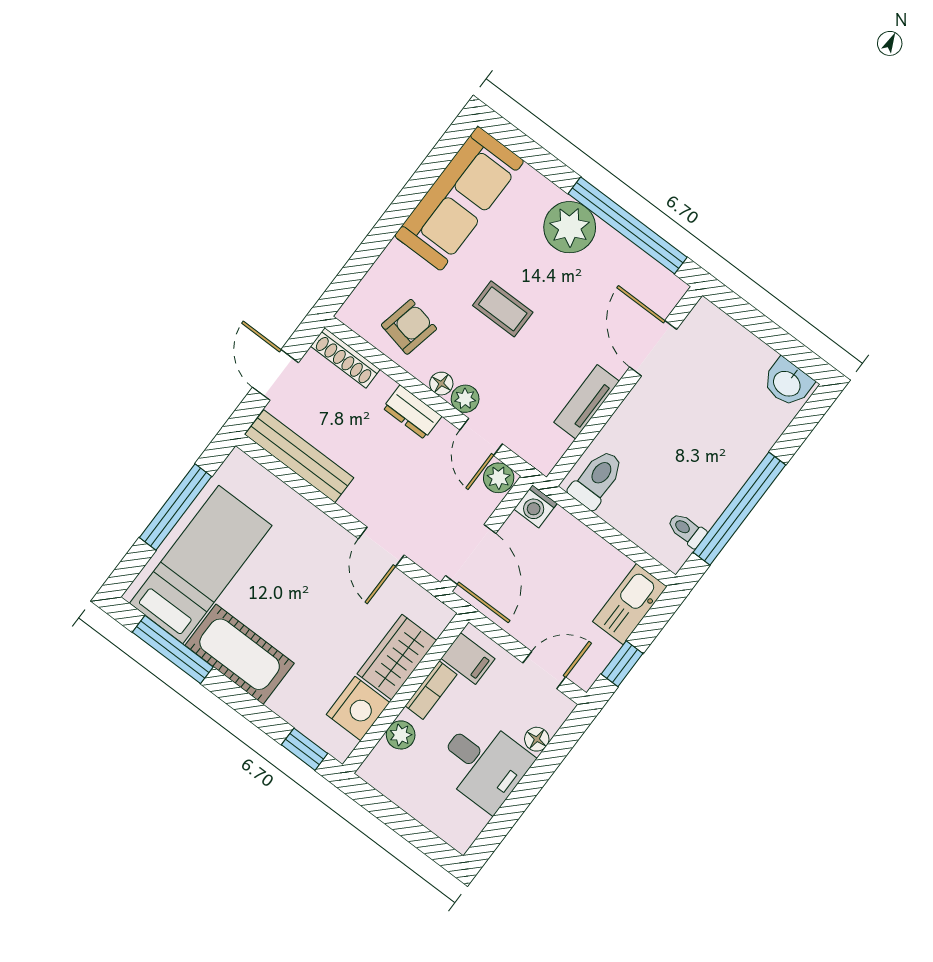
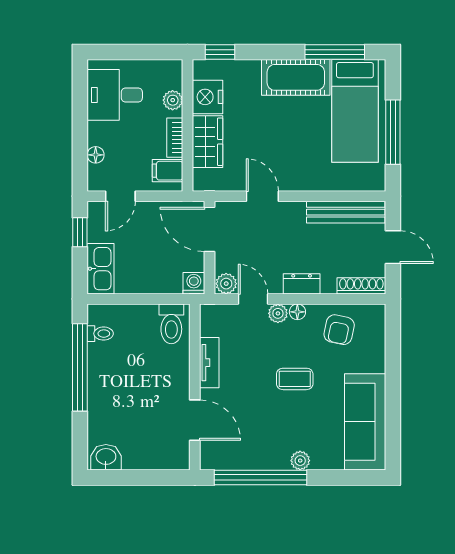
plant: (570, 227) -> (300, 461), width x0.53, depth x0.53
desk: (484, 764) -> (115, 95), moved

